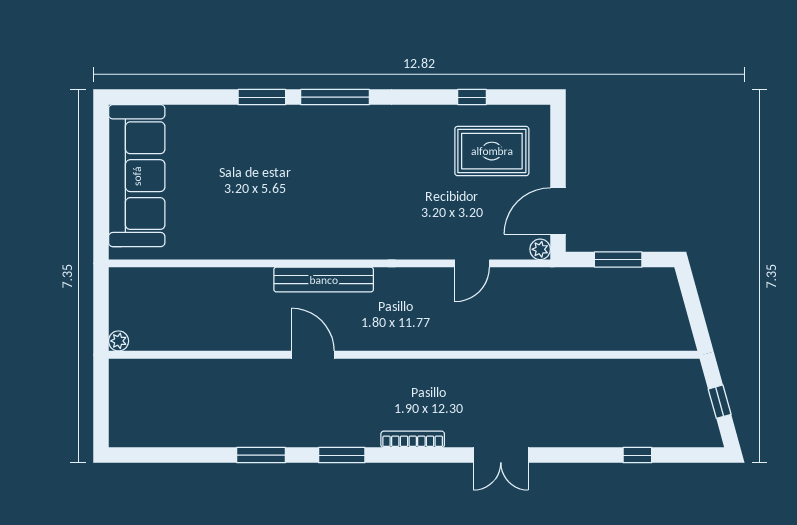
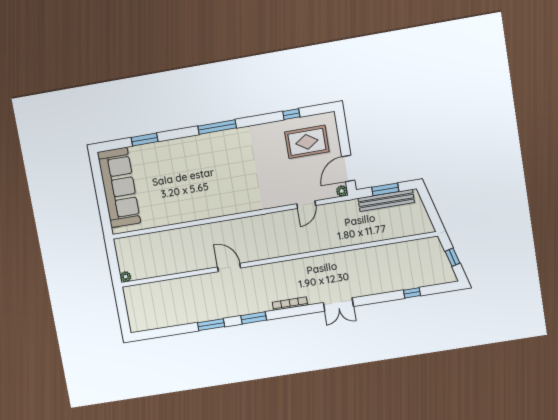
window: (262, 97) -> (145, 139), moved
bench: (324, 280) -> (386, 200), moved

